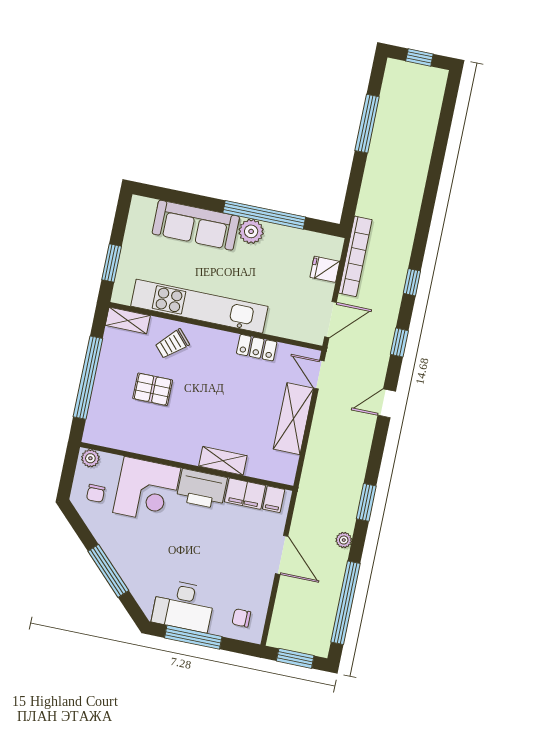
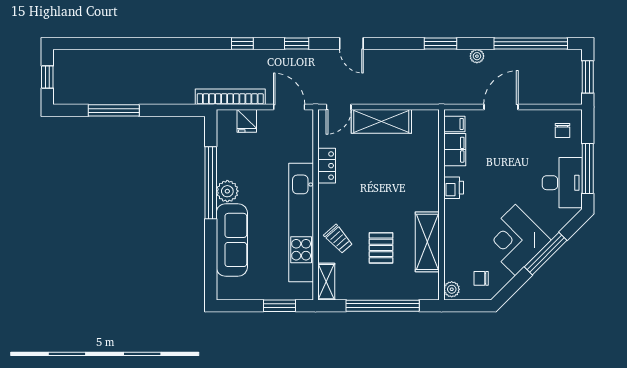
shelving: (223, 461) -> (427, 242), moved, width x1.50, depth x1.33
printer: (202, 489) -> (454, 188), width x0.53, depth x0.68
corner desk: (147, 490) -> (515, 240), moved, turned -135
chair: (96, 493) -> (481, 278), turned 180

